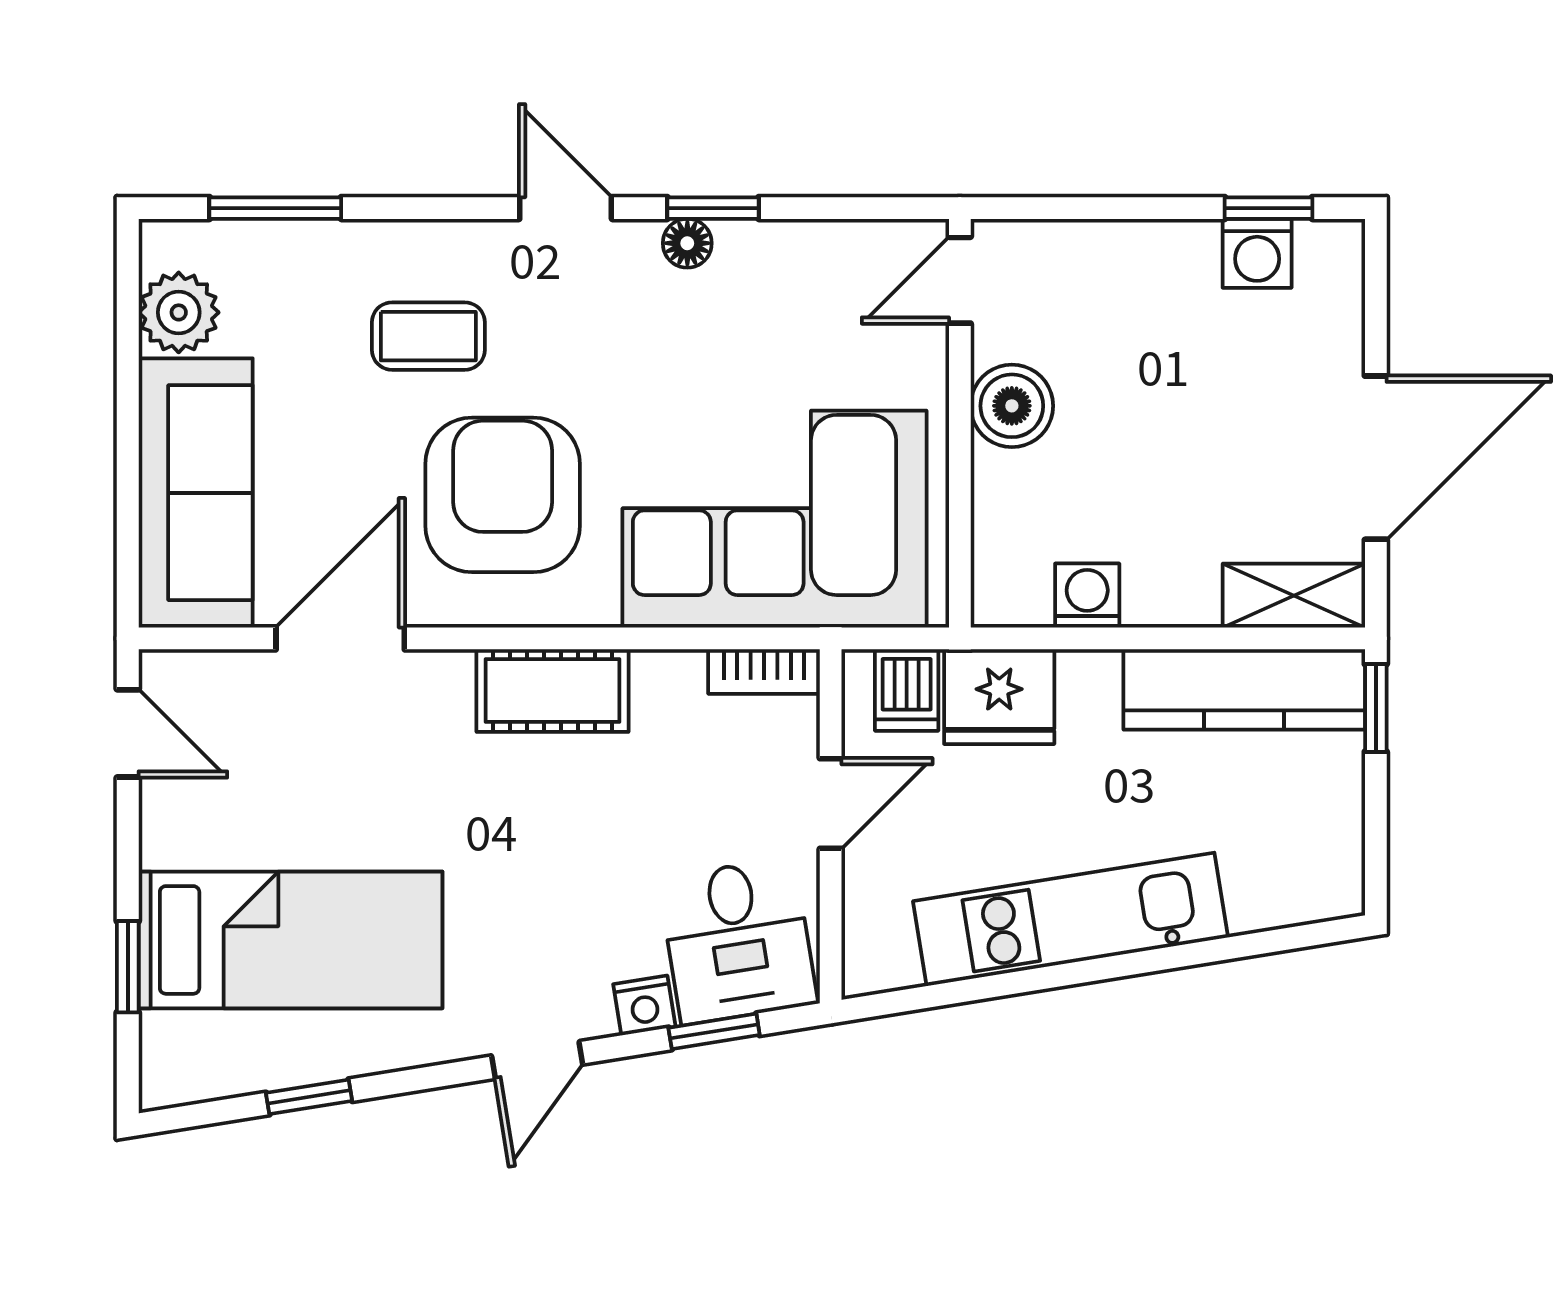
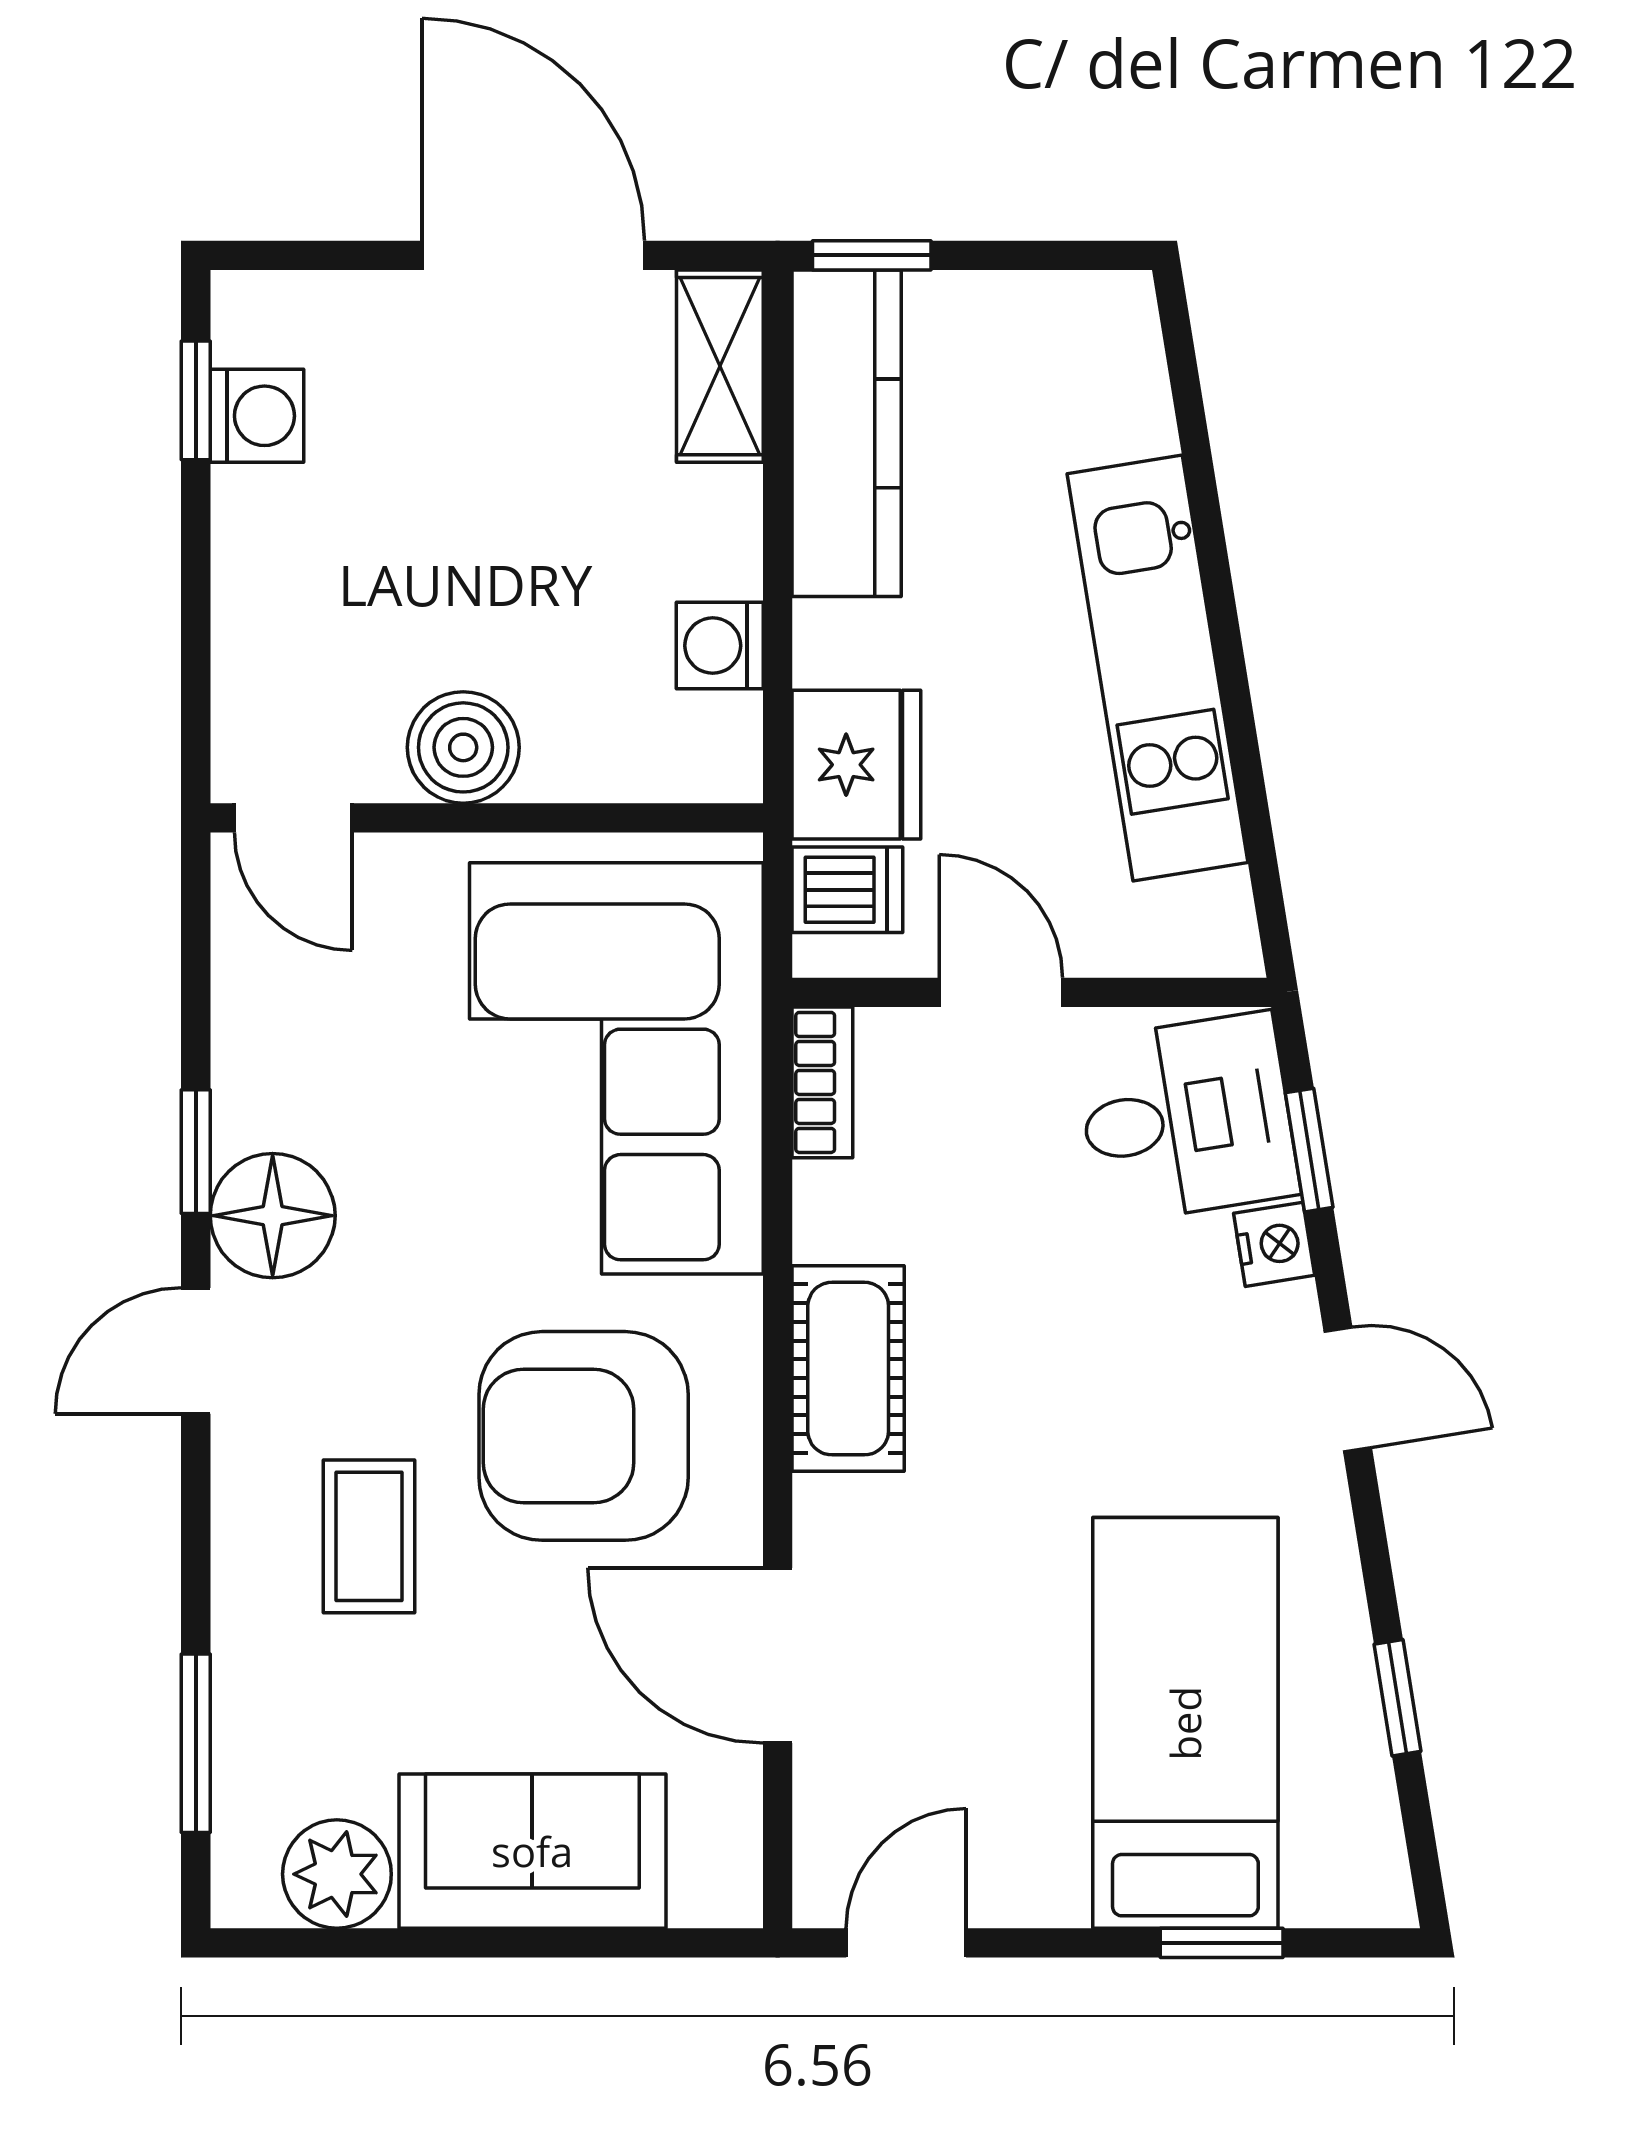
floor lamp: (687, 243) -> (273, 1216), width x1.89, depth x1.89
sofa: (196, 493) -> (532, 1851), width x0.73

